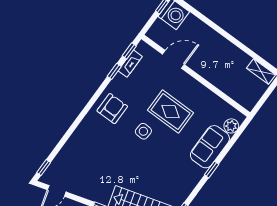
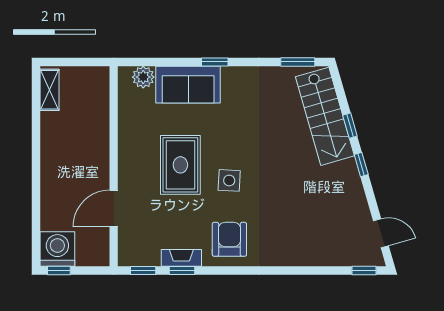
door: (173, 59) -> (114, 208), hinge flipped
fireplace: (130, 64) -> (181, 258), moved
armchair: (112, 109) -> (229, 239), turned 90

